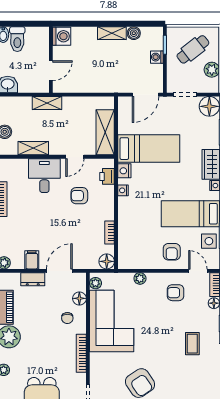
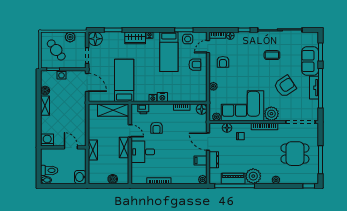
shelving: (33, 148) -> (124, 147), moved
nightstand: (124, 171) -> (162, 97), moved
coffee table: (192, 344) -> (272, 55), moved
plant: (100, 363) -> (271, 114), added

